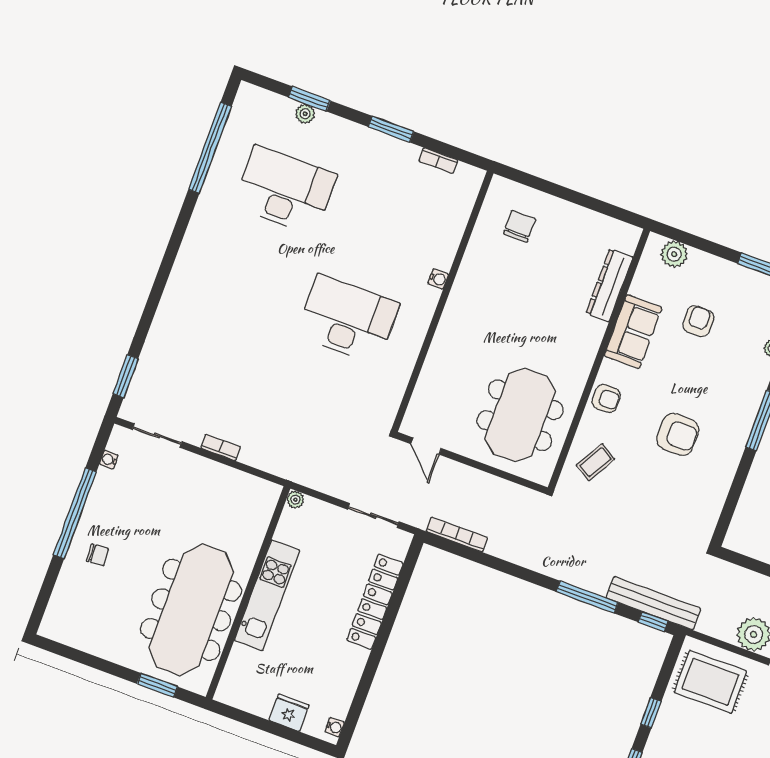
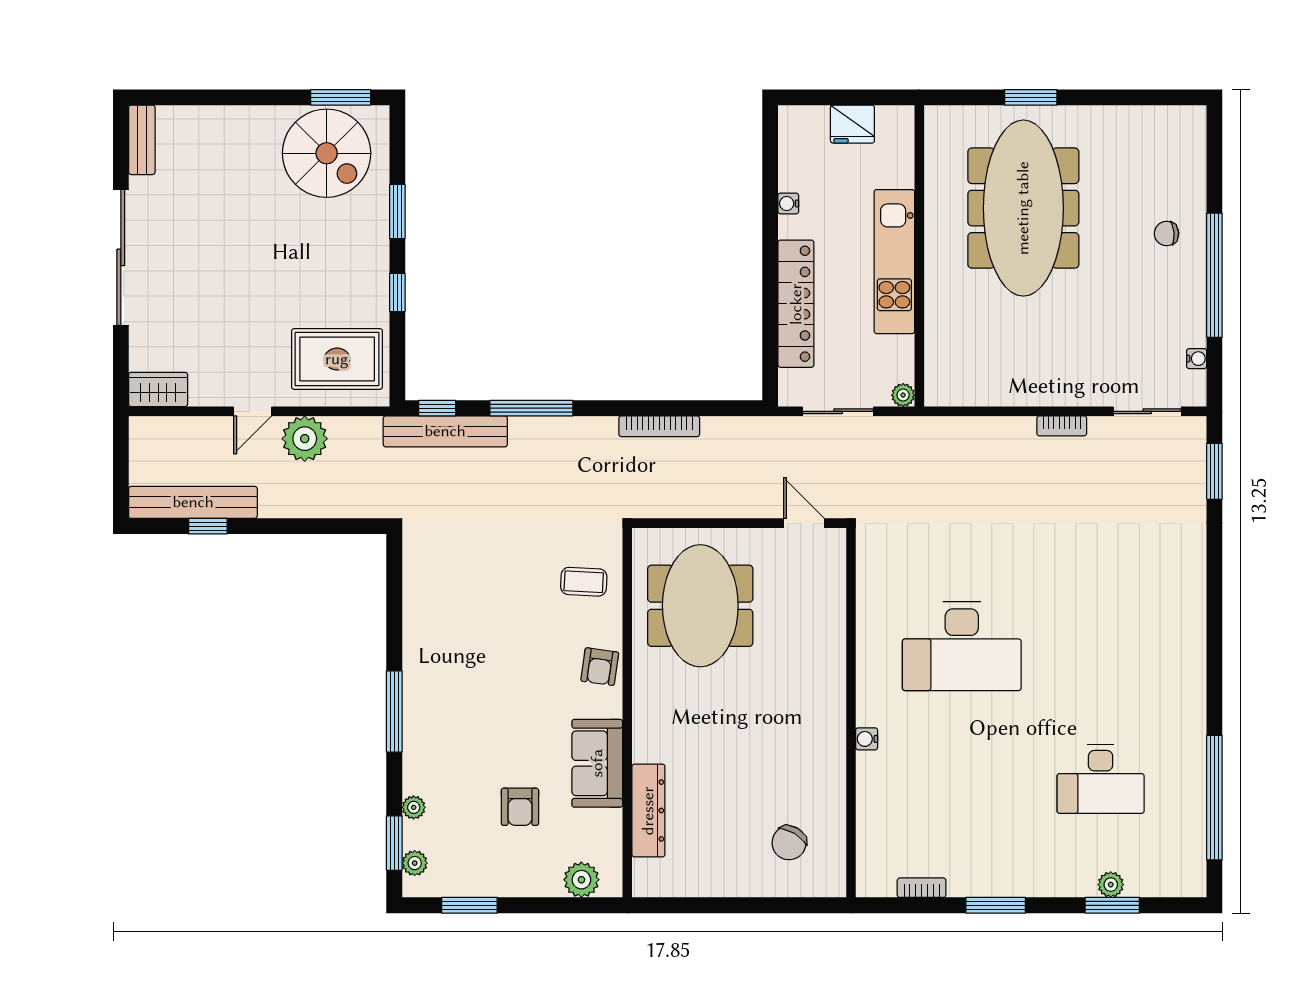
desk: (285, 190) -> (1101, 779), width x0.73, depth x0.77
chair: (519, 226) -> (789, 843), turned 31
armchair: (606, 399) -> (600, 667), turned -82
armchair: (678, 434) -> (493, 655), removed
coffee table: (595, 462) -> (584, 582), turned 63
plant: (295, 500) -> (903, 395), moved
bookcase: (457, 534) -> (659, 426), moved
wall: (248, 593) -> (919, 256), moved
kitchen unit: (267, 595) -> (894, 262), moved
water cooler: (335, 727) -> (788, 203), moved

